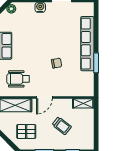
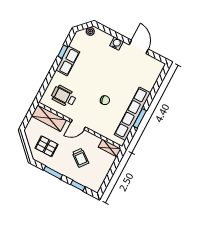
row of seats: (87, 44) -> (132, 114), moved

